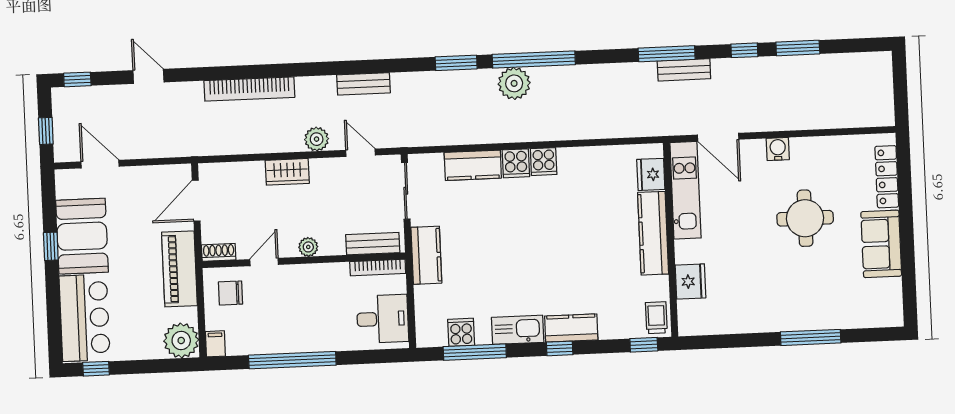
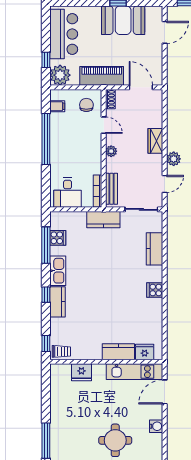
cooker: (516, 163) -> (154, 274), removed
kitchen counter: (653, 233) -> (118, 352), width x0.67
bar counter: (85, 318) -> (64, 34), moved, turned -90
filing cabinet: (215, 344) -> (57, 106), moved
window: (96, 369) -> (46, 60), moved

